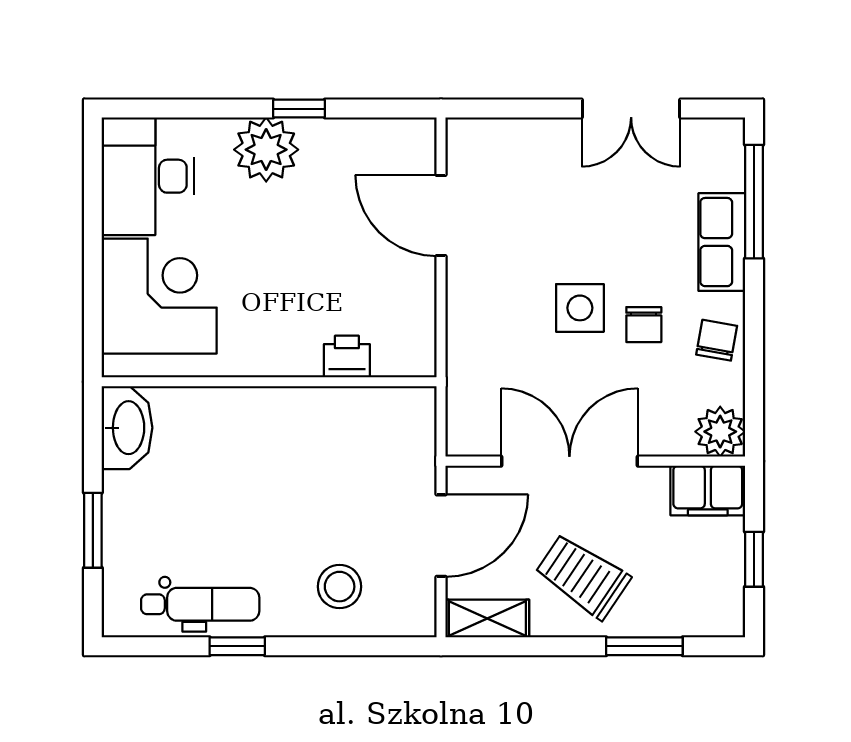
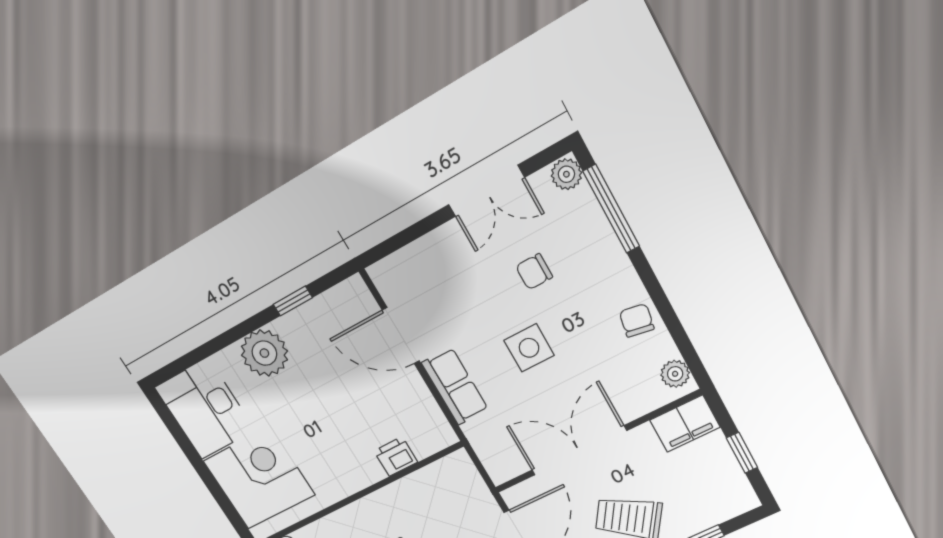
window: (299, 109) -> (293, 301), moved
plant: (726, 138) -> (566, 174), added
row of seats: (722, 242) -> (455, 386), moved, turned 180
chair: (644, 325) -> (534, 272), moved, turned 90
plant: (720, 432) -> (675, 374), width x0.73, depth x0.73

